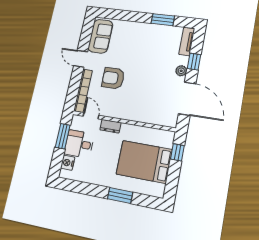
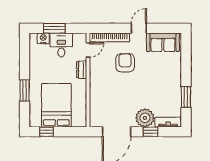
plant: (181, 71) -> (145, 118), width x1.88, depth x1.88
window: (63, 136) -> (54, 28), moved
window: (177, 152) -> (46, 132), moved

